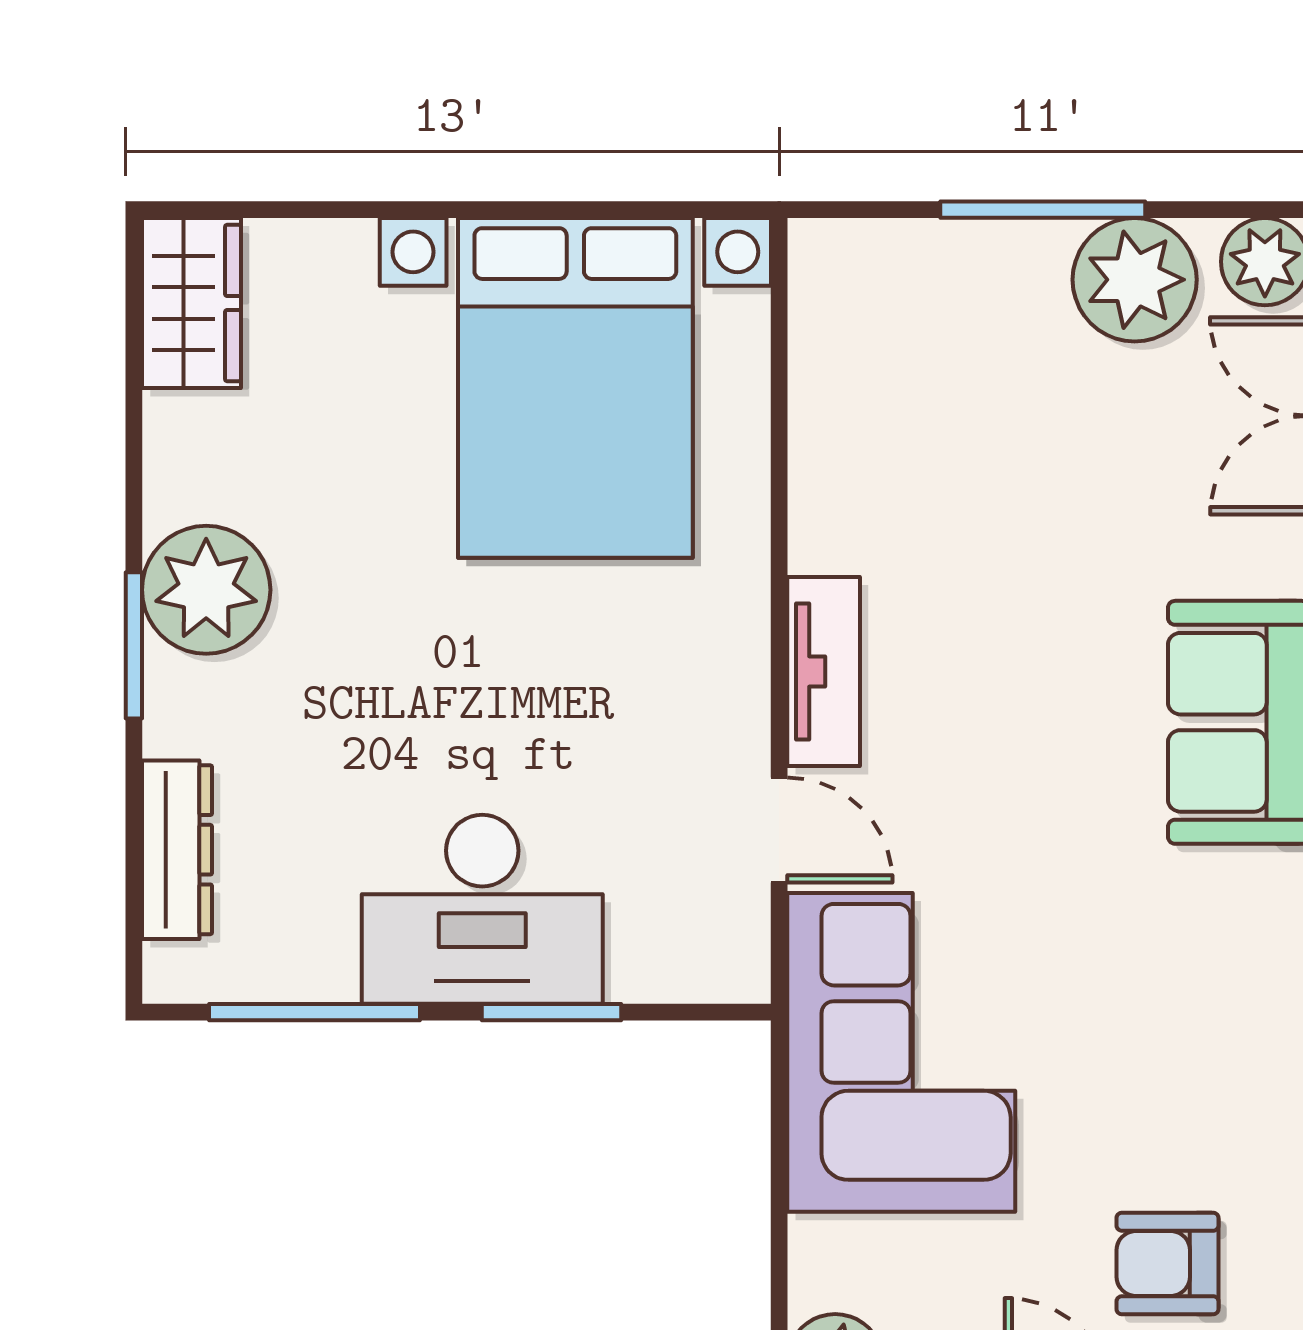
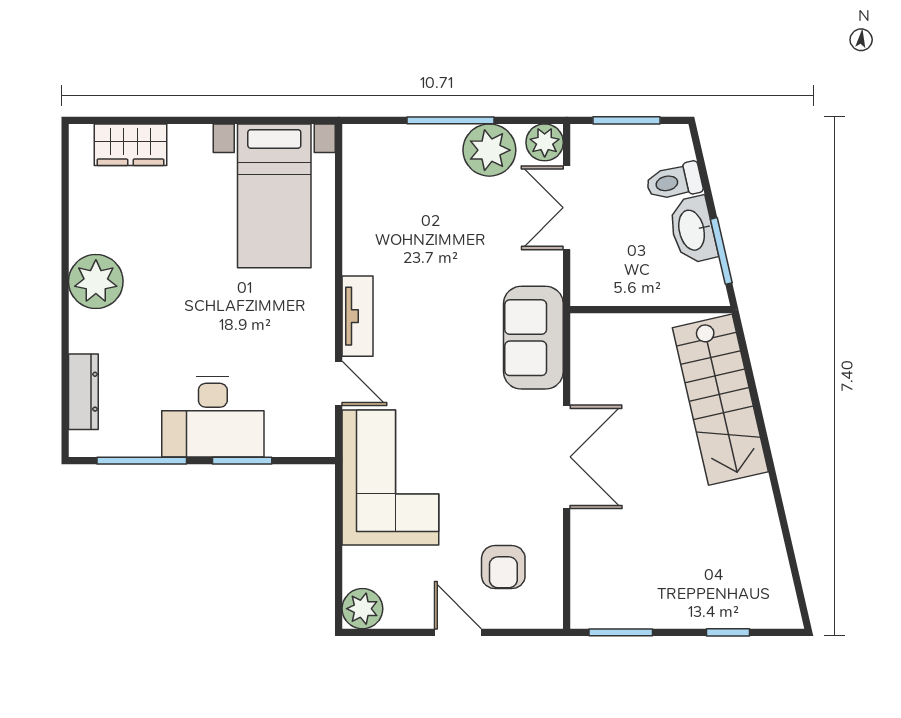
wardrobe: (191, 303) -> (130, 145), moved, turned 90
bed with nightstands: (575, 388) -> (274, 196), width x0.73
window: (134, 645) -> (65, 305), removed
armchair: (1168, 1263) -> (503, 567), turned -90

